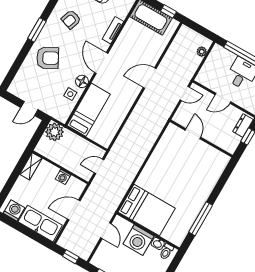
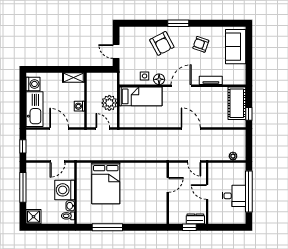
plant: (55, 132) -> (109, 103), moved
bed: (147, 210) -> (106, 183), moved

